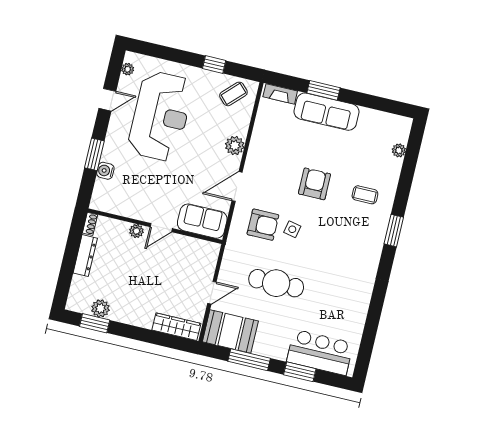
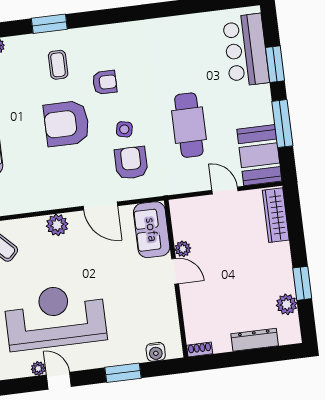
plant: (128, 69) -> (38, 368), moved
water cooler: (105, 171) -> (156, 352), moved
armchair: (315, 184) -> (66, 124), width x1.36, depth x1.36
armchair: (337, 227) -> (105, 82), added
plant: (136, 231) -> (183, 249), moved
window: (394, 231) -> (49, 24), moved
dresser: (85, 256) -> (255, 340), moved
window: (95, 323) -> (302, 283), moved

